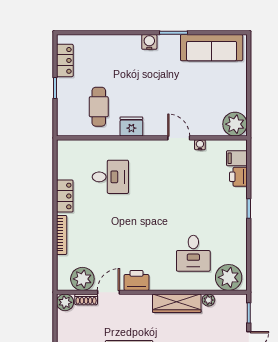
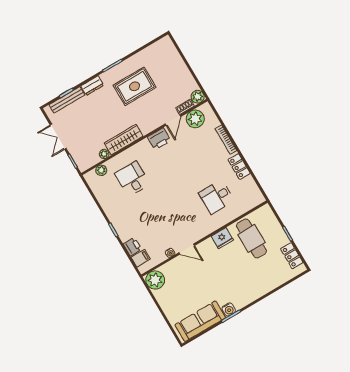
water cooler: (149, 42) -> (229, 309), moved
cafe table: (99, 107) -> (251, 238), width x1.37, depth x1.35
plant: (229, 277) -> (101, 170), width x0.53, depth x0.53

